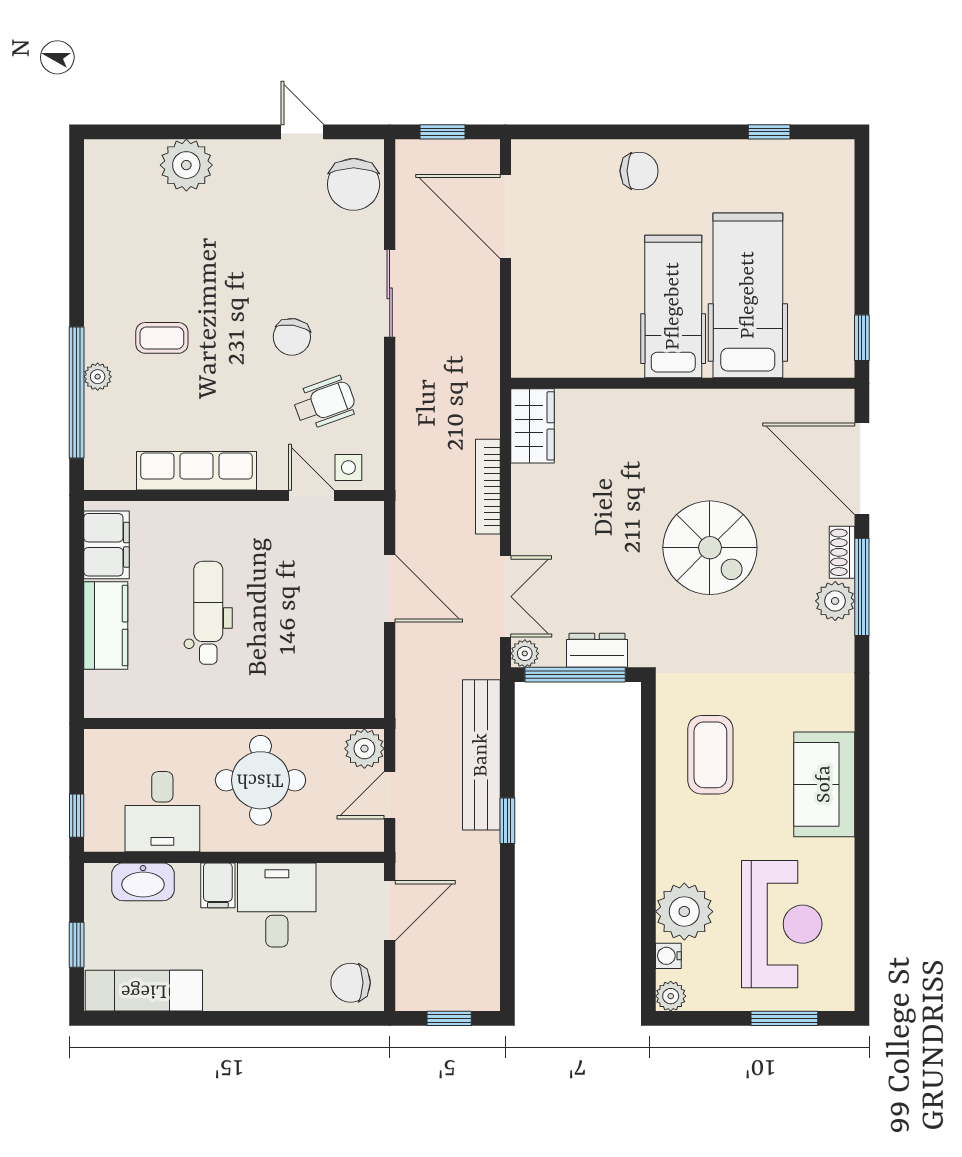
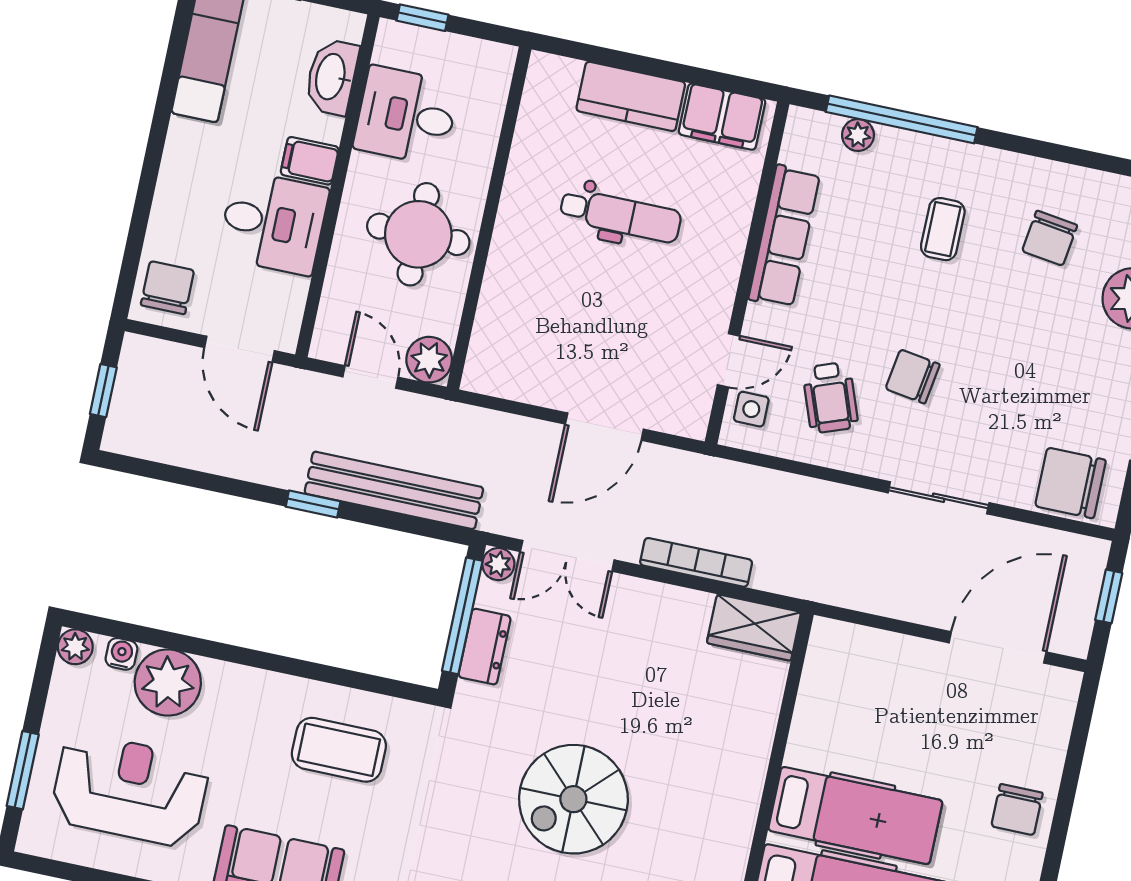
chair: (150, 246) -> (1050, 238), added
plant: (98, 377) -> (858, 135), moved
reception desk: (782, 924) -> (130, 790), turned 180

